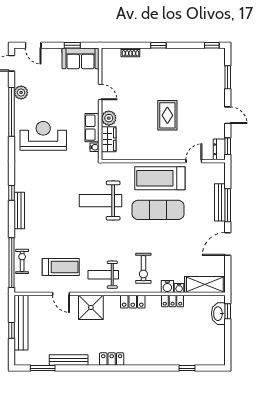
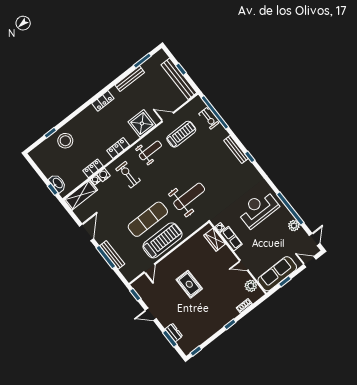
sofa: (80, 58) -> (277, 274), width x1.36
plant: (109, 118) -> (251, 286), moved
reception desk: (43, 136) -> (258, 209), turned 180
dresser: (219, 149) -> (174, 333), moved
treadmill: (61, 267) -> (181, 134), turned 180
stool: (178, 349) -> (65, 141), added

